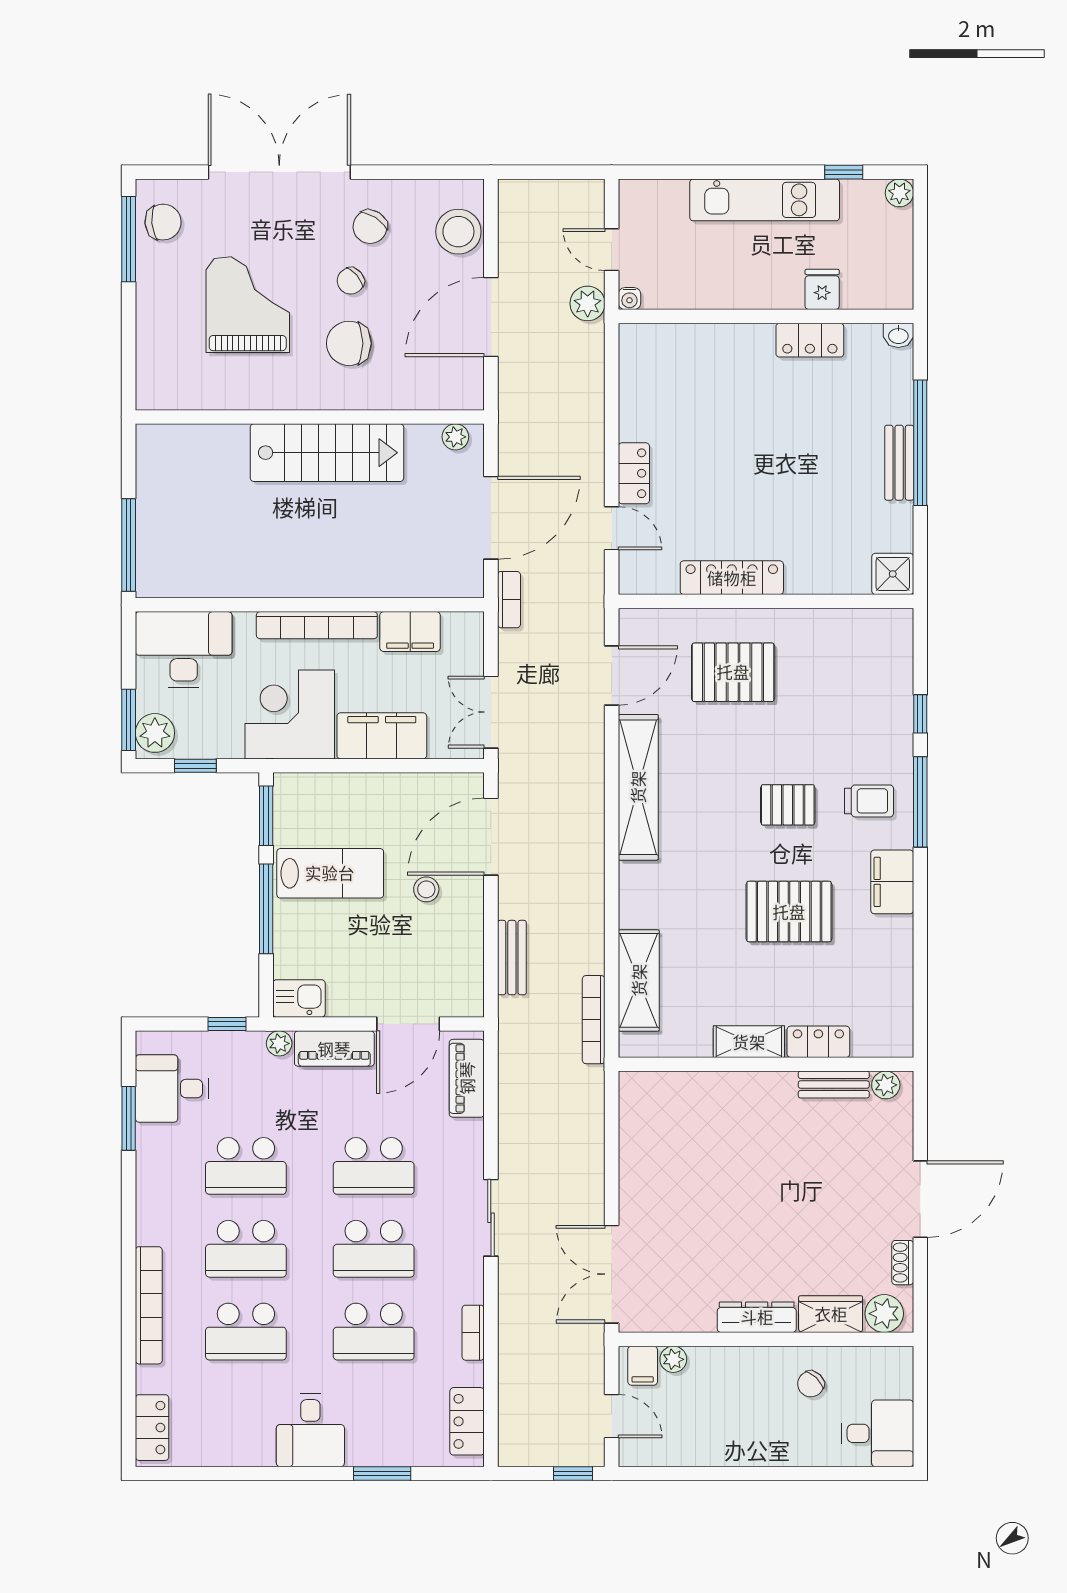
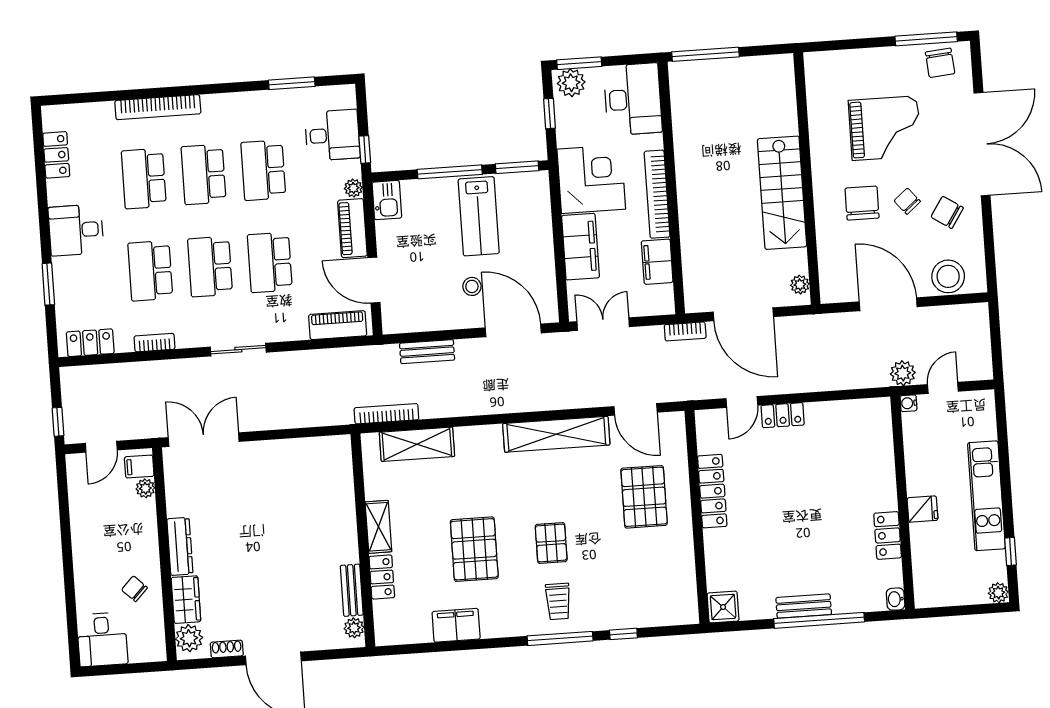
fridge: (822, 289) -> (923, 509), moved
filing cabinet: (892, 882) -> (456, 625), moved
desk: (172, 1089) -> (332, 135), moved, turned 90
locker: (152, 1428) -> (56, 155), moved, turned -90

